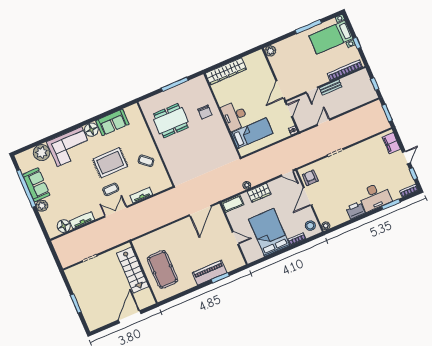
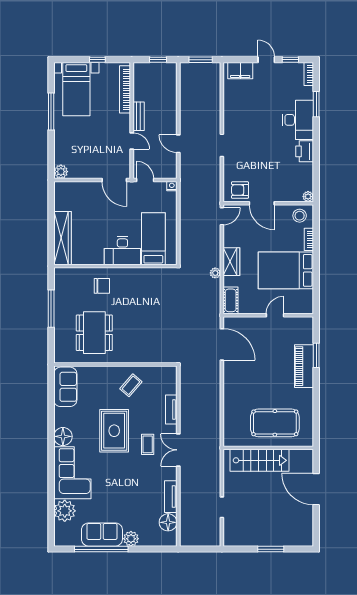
sofa: (112, 122) -> (65, 387), moved

